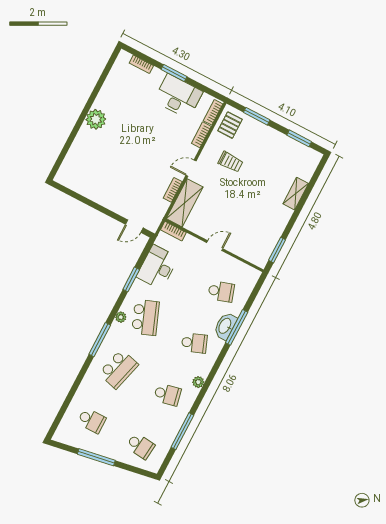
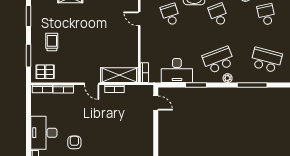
window: (174, 73) -> (28, 133), removed
desk: (178, 96) -> (44, 133), moved
armchair: (138, 117) -> (74, 142), added
trolley: (230, 162) -> (52, 42), moved
door: (215, 246) -> (139, 19), moved

